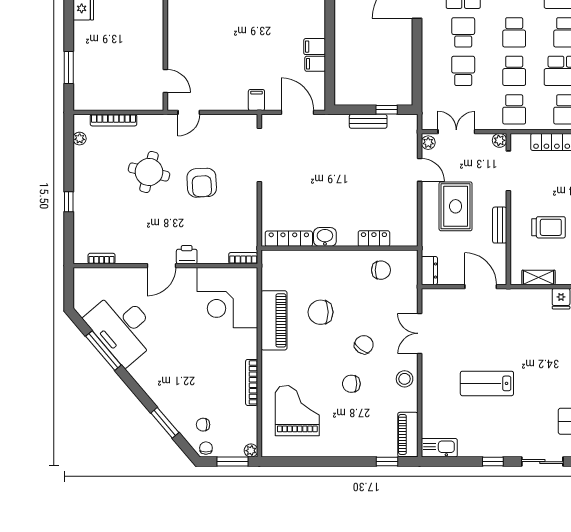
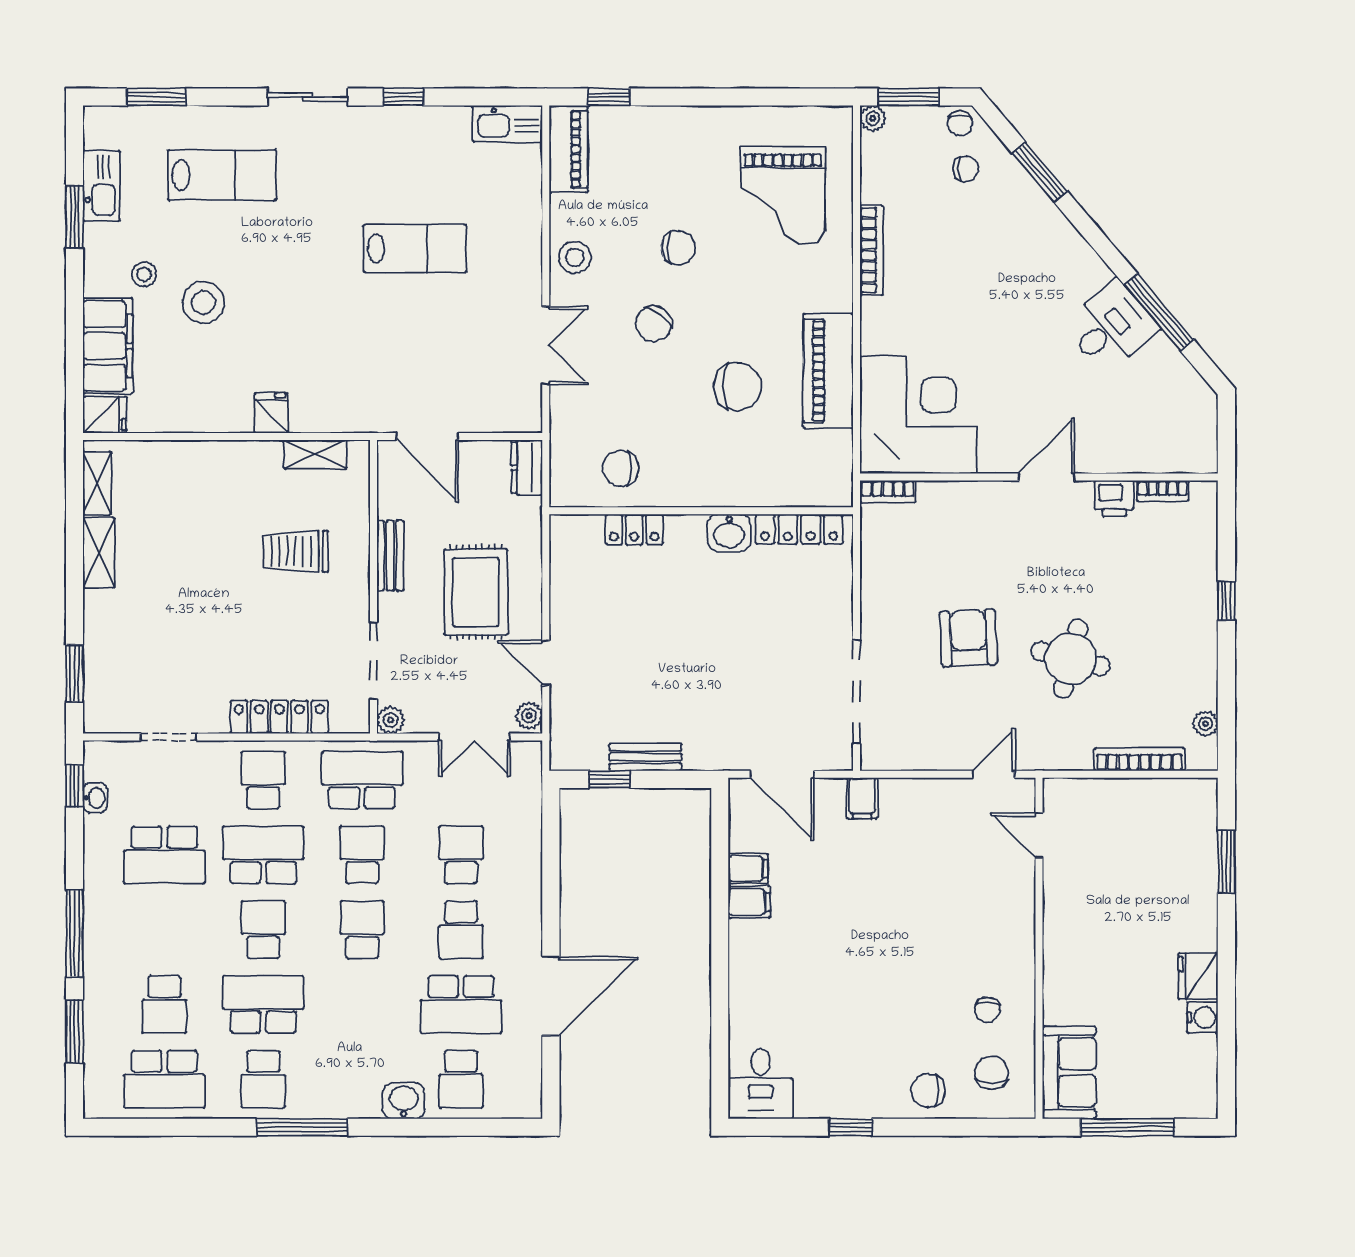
school desk: (463, 71) -> (461, 855), turned 180
school desk: (514, 109) -> (362, 780), width x1.85
printer: (187, 255) -> (1114, 498), moved
desk: (122, 327) -> (1111, 327), width x0.53, depth x0.77

